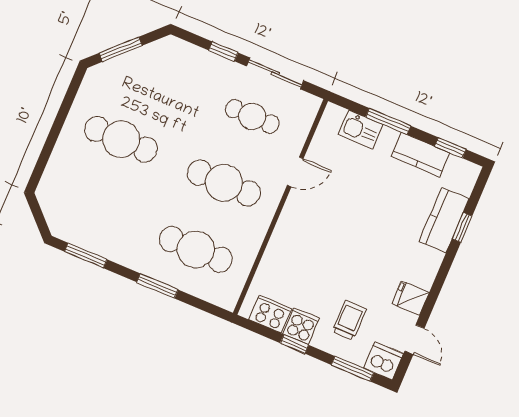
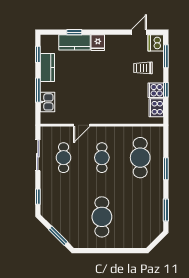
window: (223, 51) -> (38, 197), moved
door: (295, 172) -> (82, 125), swing flipped
cafe table: (224, 183) -> (102, 158), width x0.73, depth x0.74
fridge: (411, 298) -> (98, 43), moved

